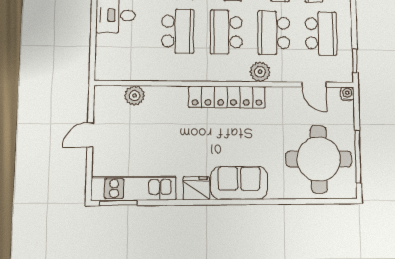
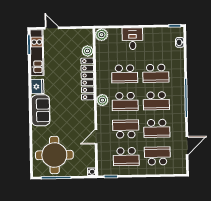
school desk: (226, 32) -> (125, 101), turned 180
plant: (106, 70) -> (102, 35), added
plant: (260, 72) -> (102, 100), moved
door: (314, 85) -> (96, 137), moved
locker: (227, 97) -> (87, 79), moved
door: (90, 135) -> (52, 28), moved

